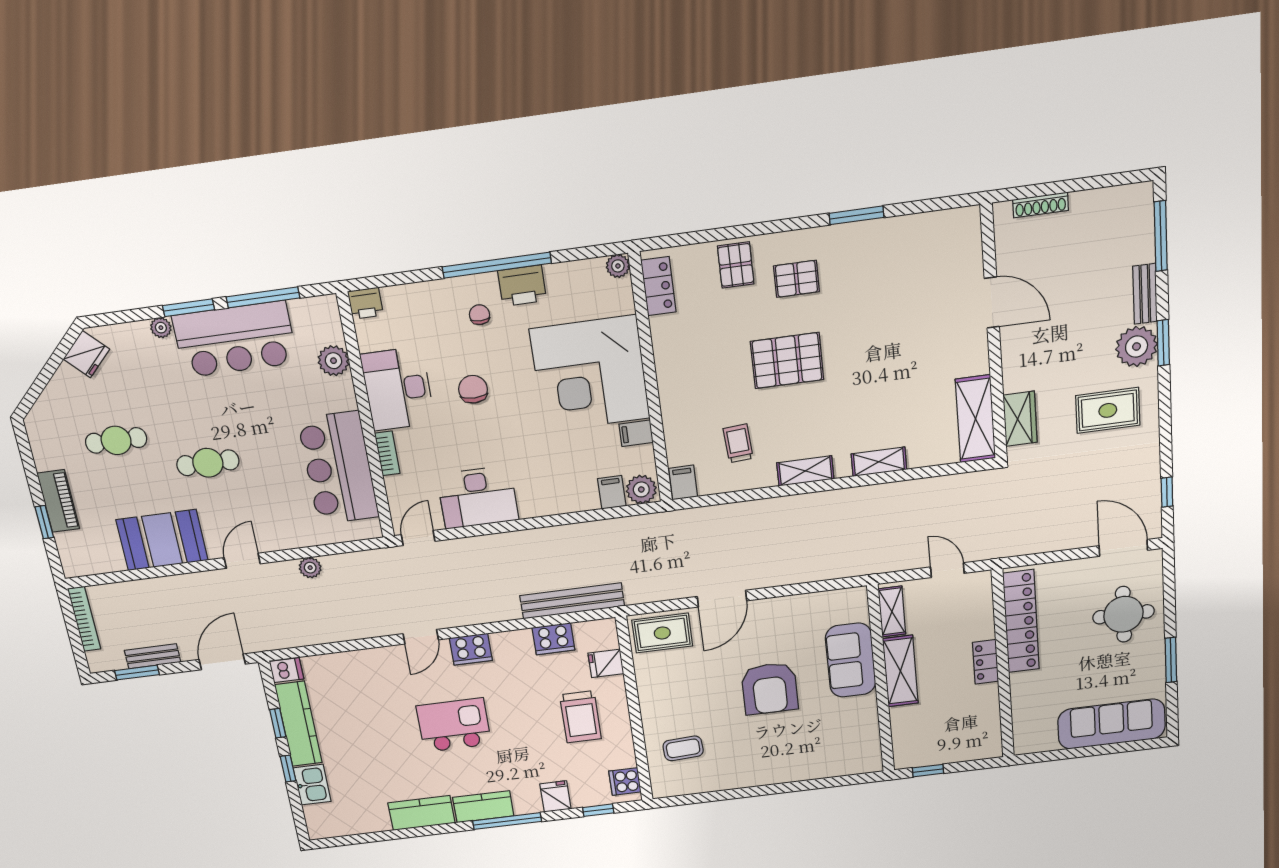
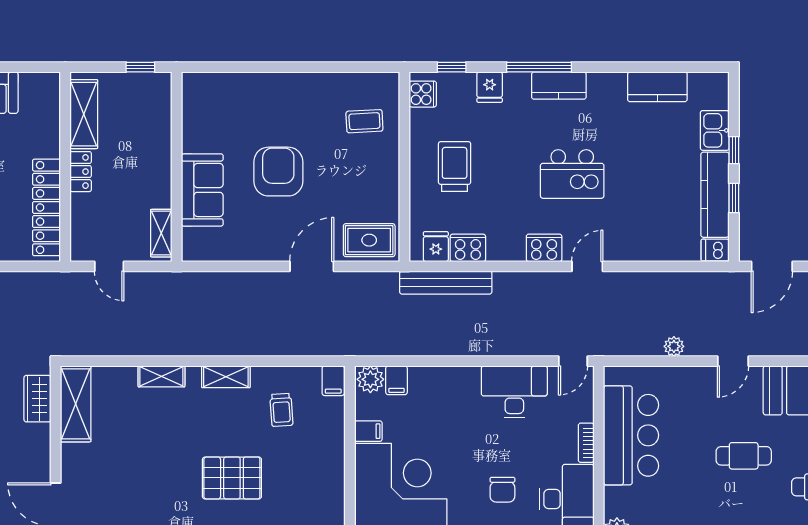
fridge: (606, 663) -> (436, 247), moved, turned -90
shelving: (900, 671) -> (84, 114), moved
kitchen counter: (421, 813) -> (657, 87), moved

